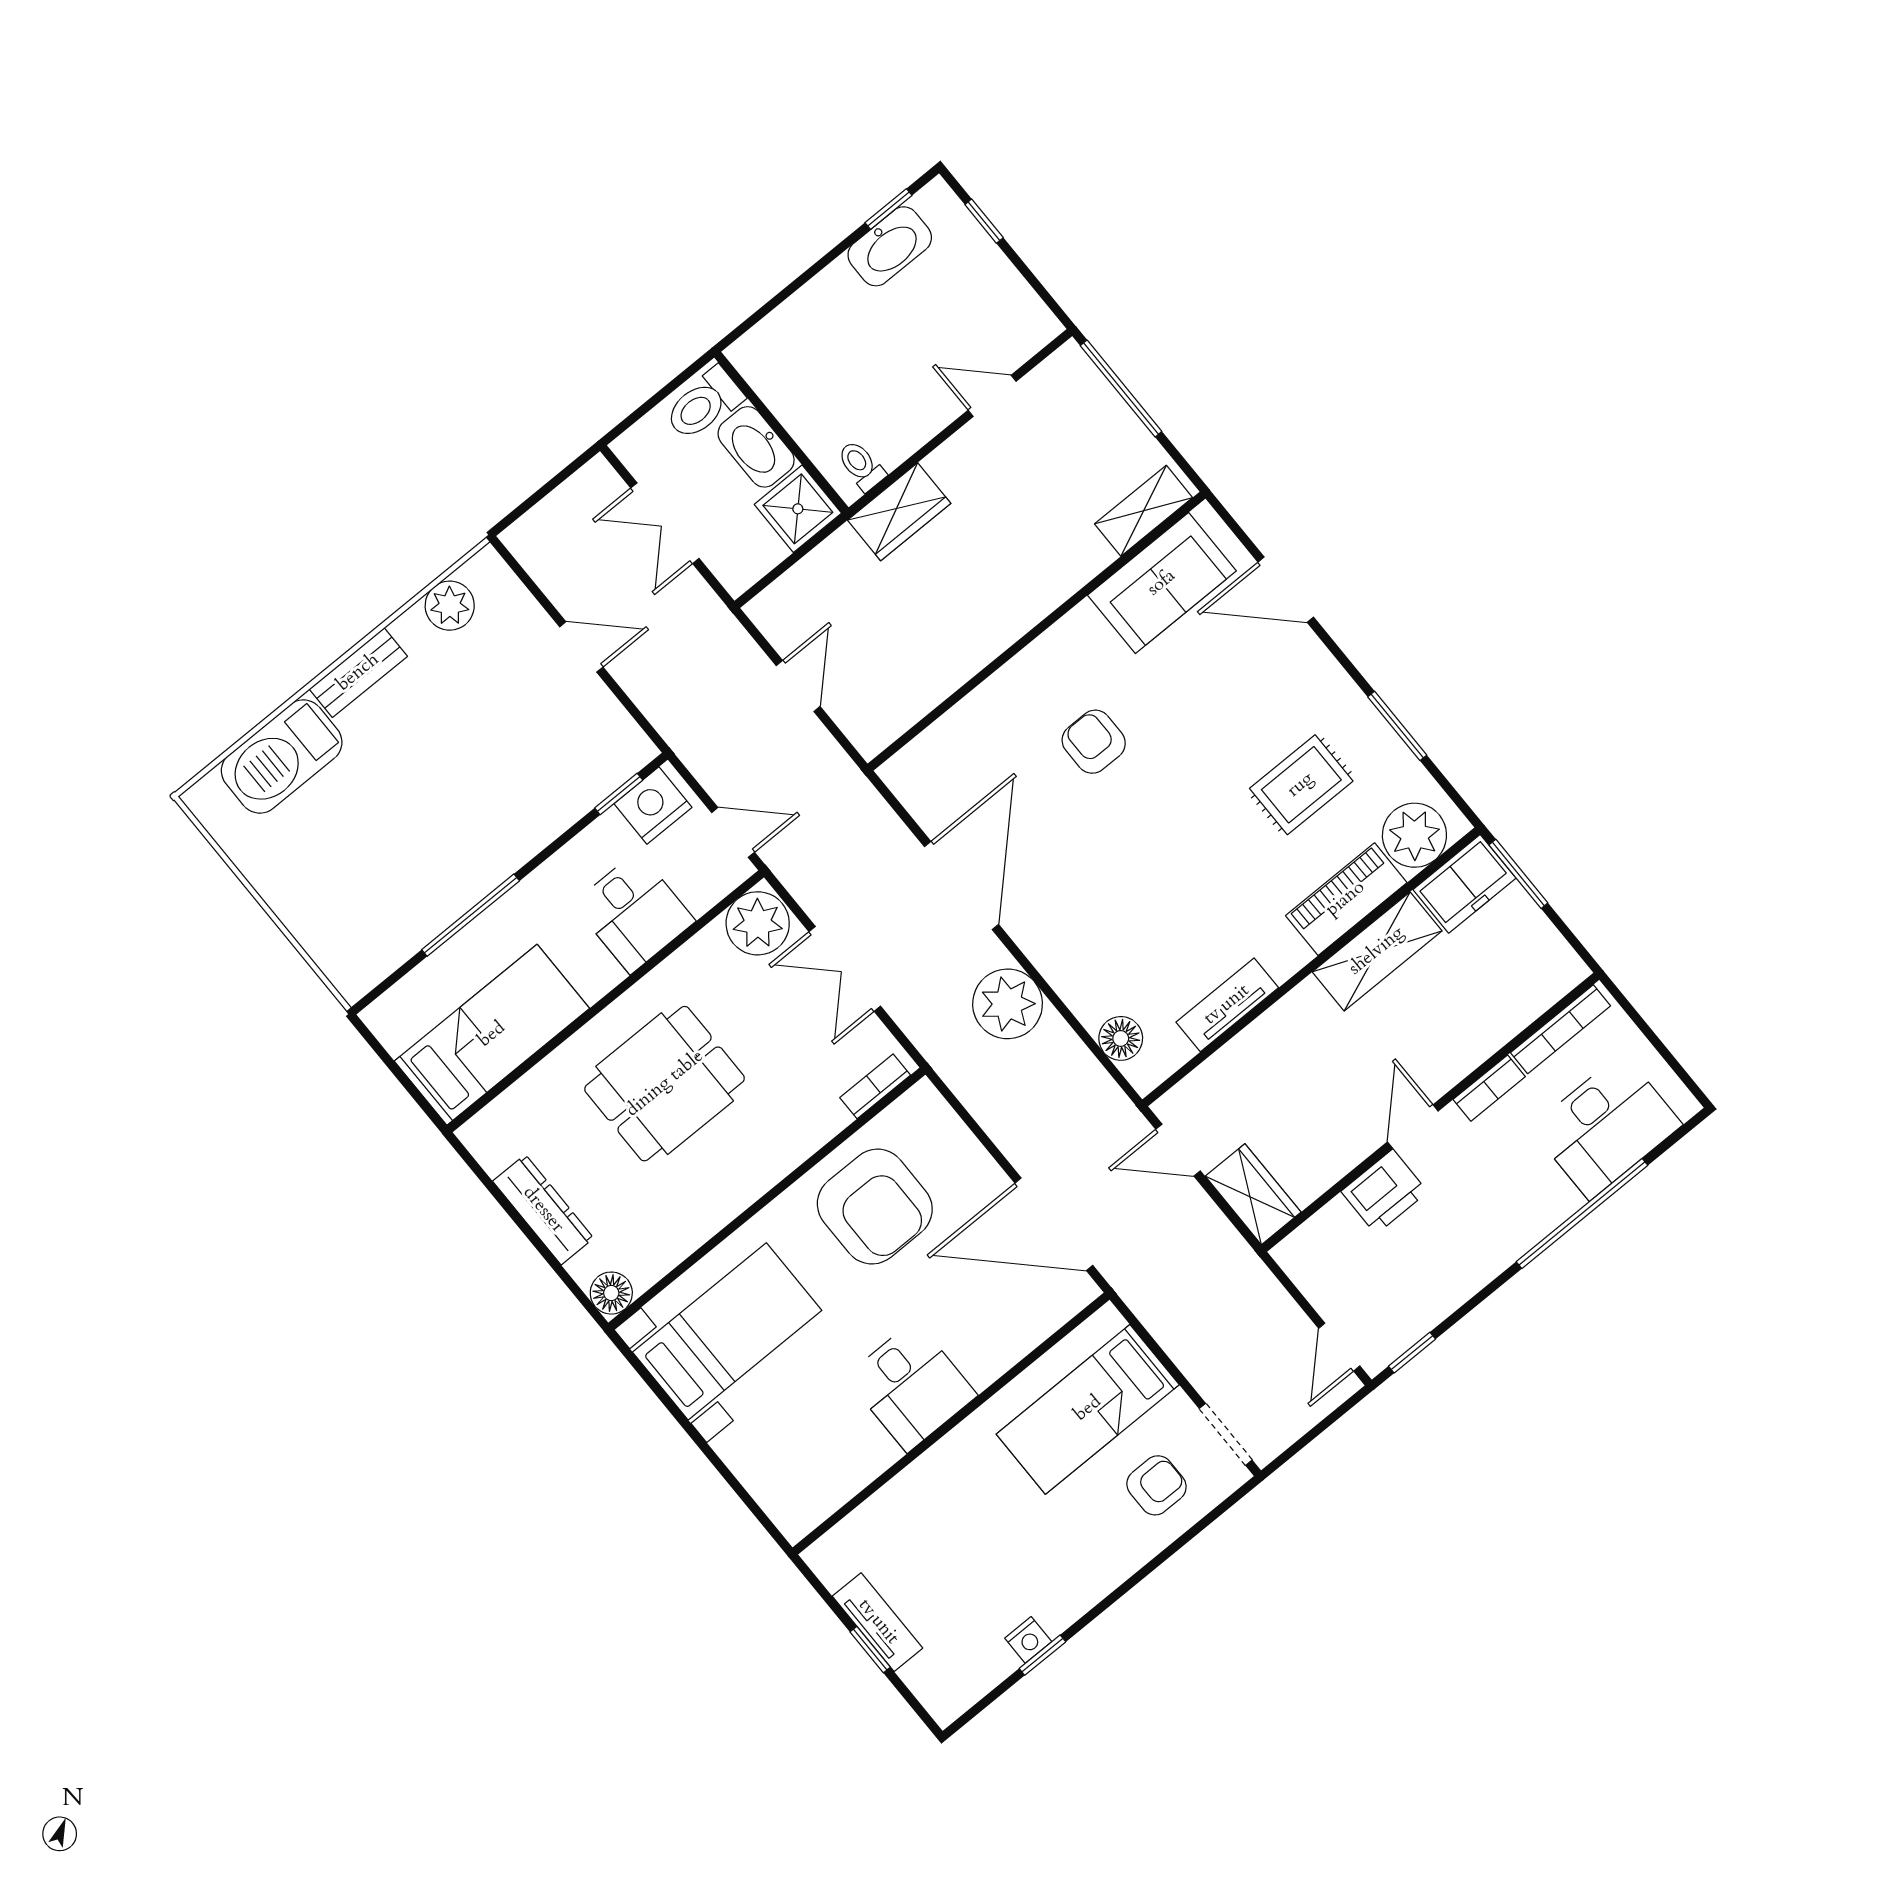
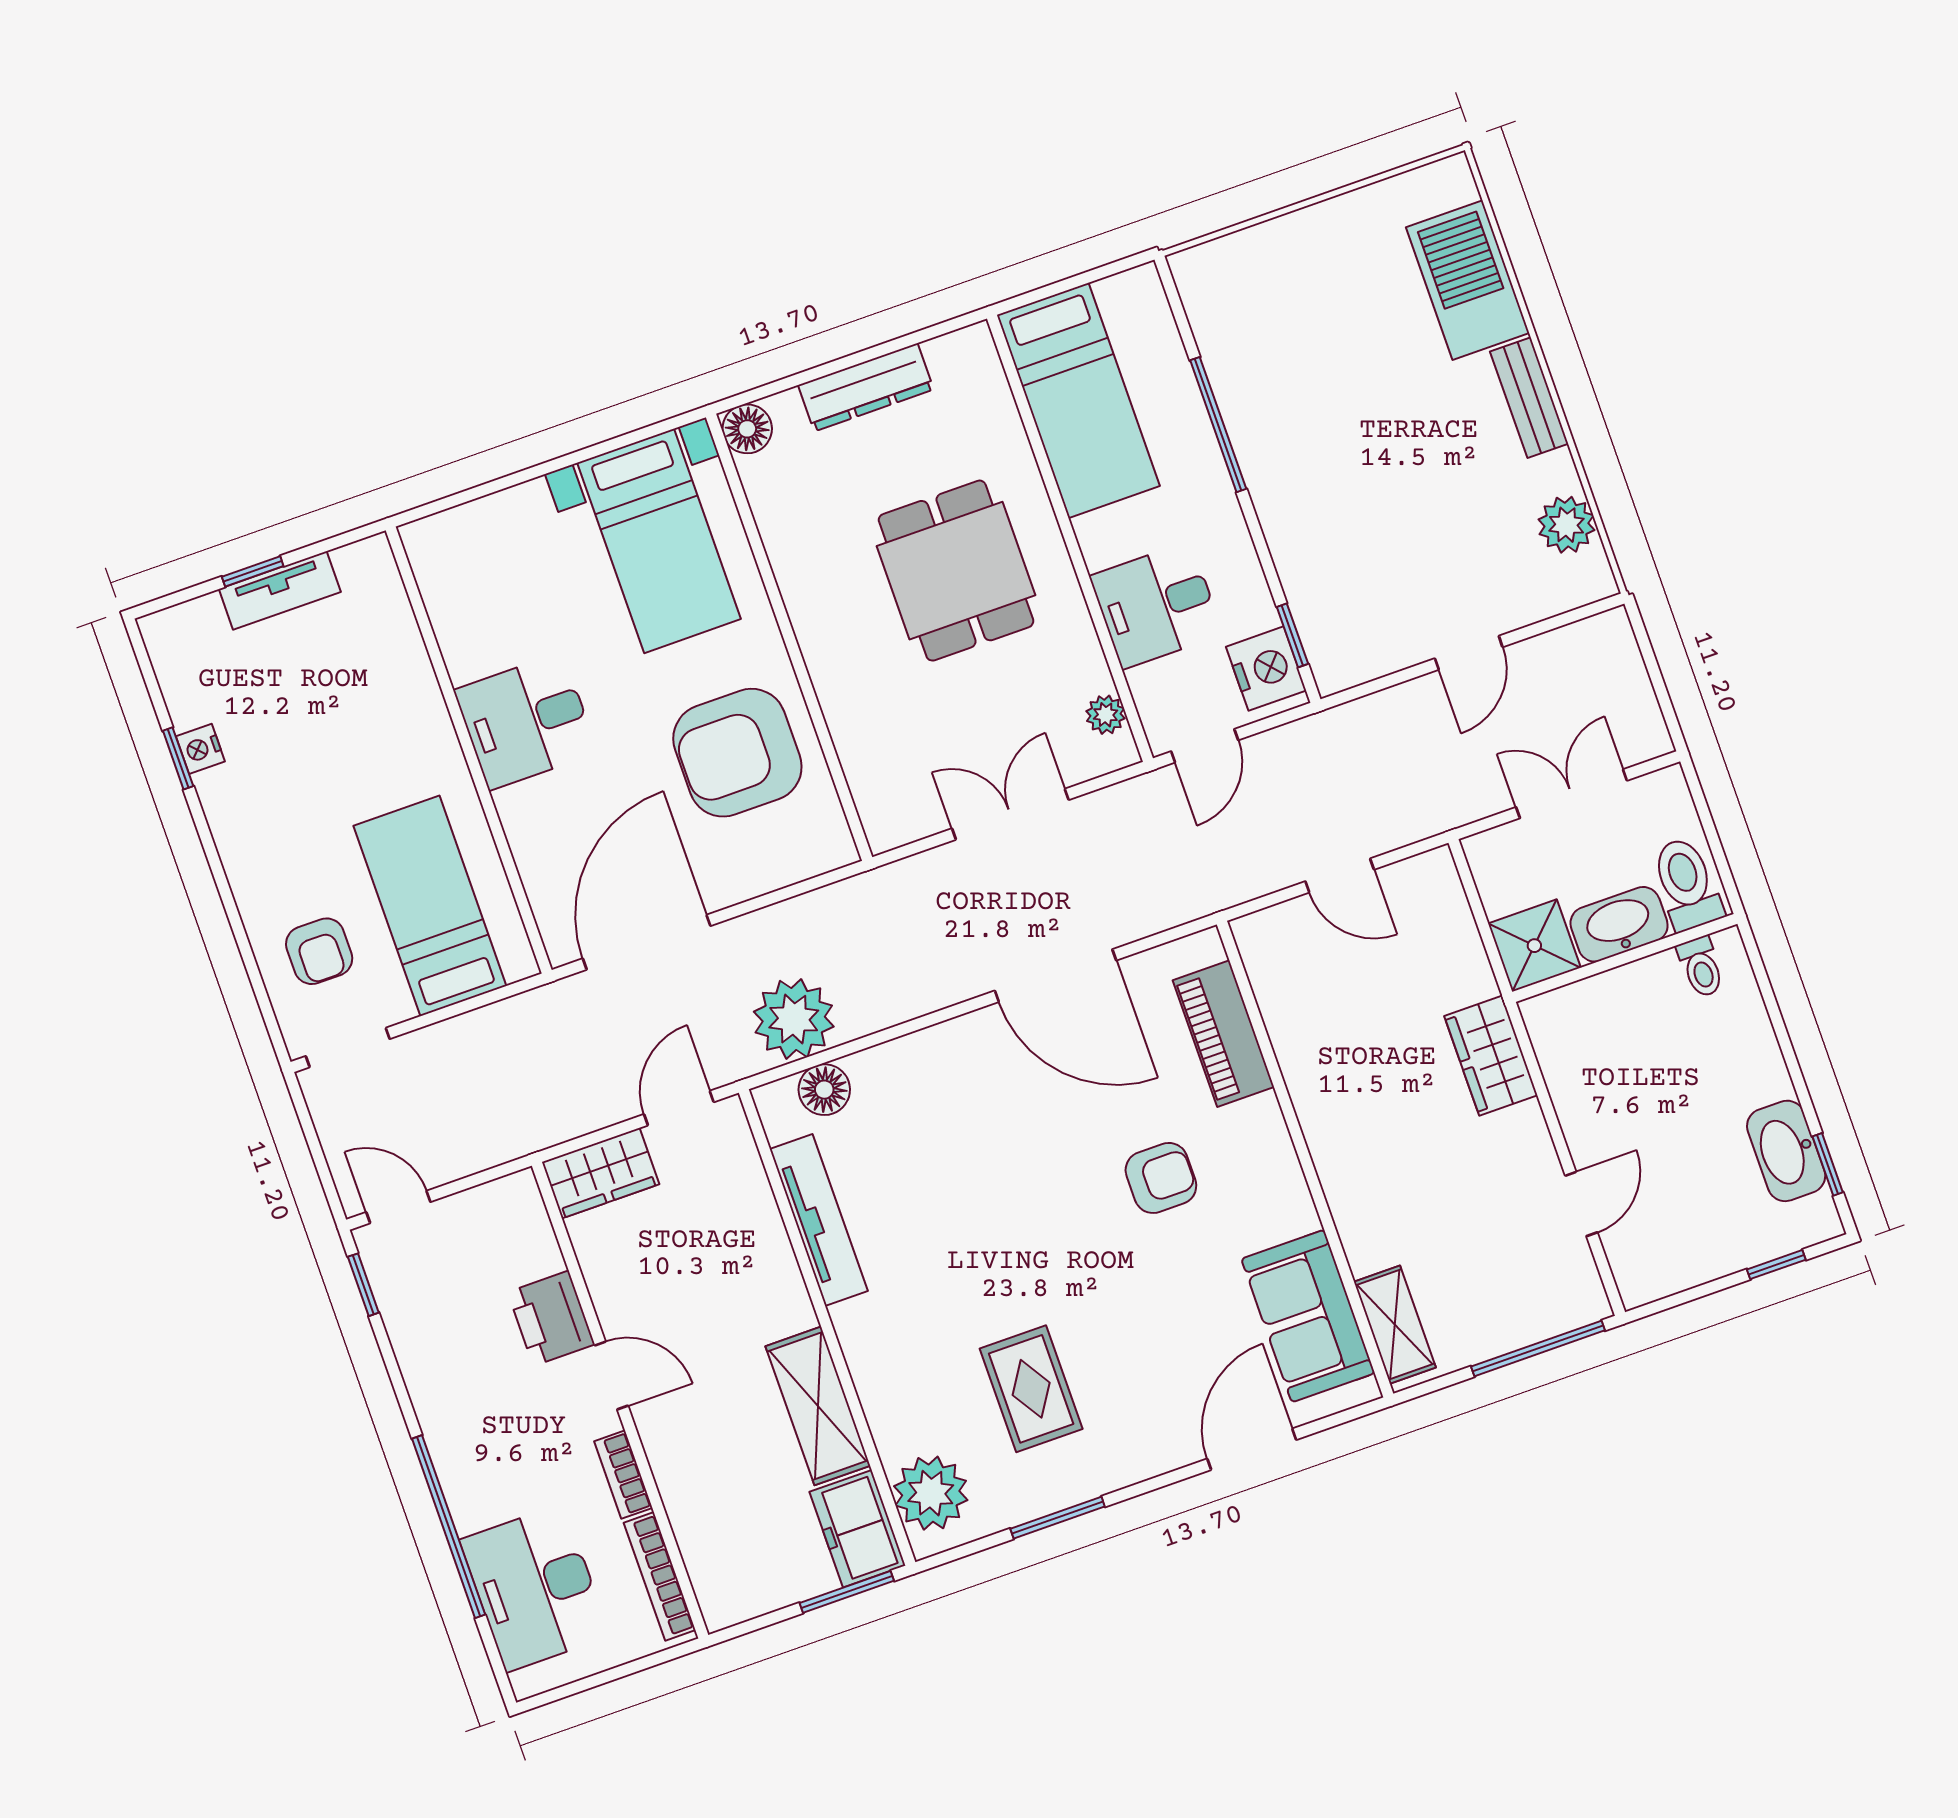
toilet: (861, 466) -> (1701, 967), moved, turned 90
piano: (1346, 899) -> (1223, 1034), moved, turned 180
plant: (758, 923) -> (1106, 715), width x0.53, depth x0.53
plant: (1008, 1004) -> (794, 1019), moved
tv unit: (1227, 1005) -> (819, 1220), width x1.41
bookcase: (875, 1086) -> (869, 801), removed

